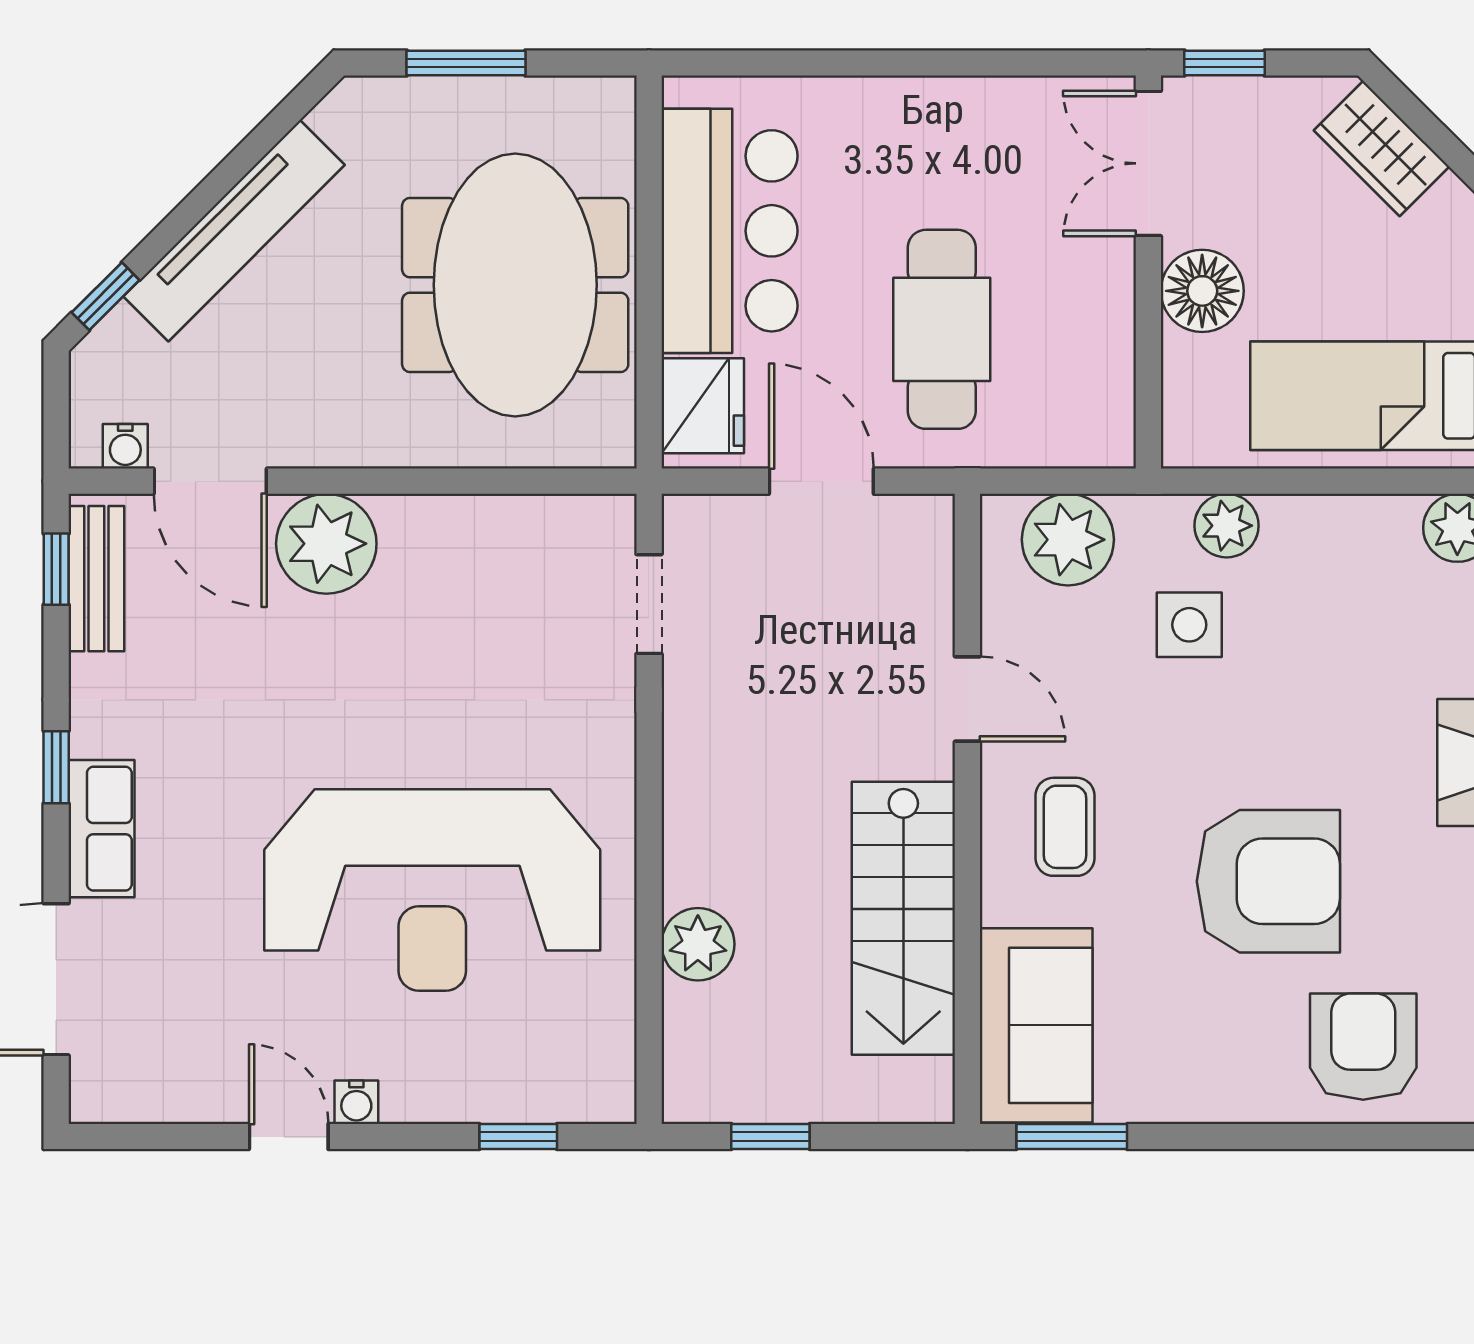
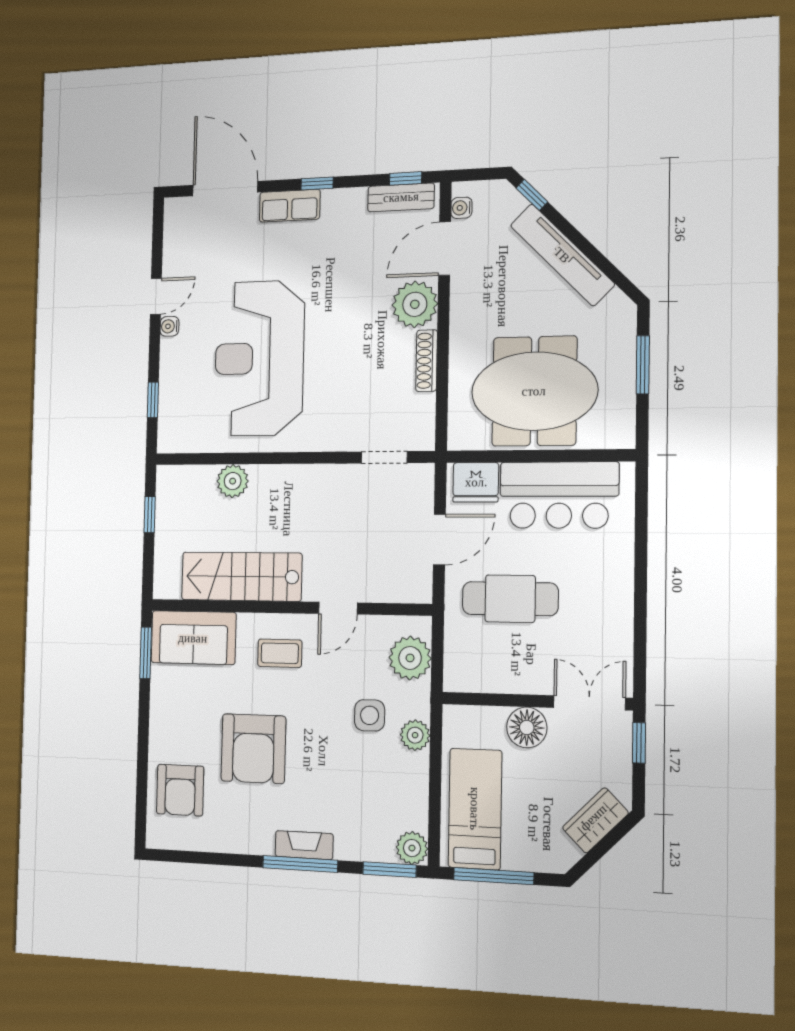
shoe rack: (446, 516) -> (427, 361), added
armchair: (1363, 1047) -> (180, 790), turned 90

